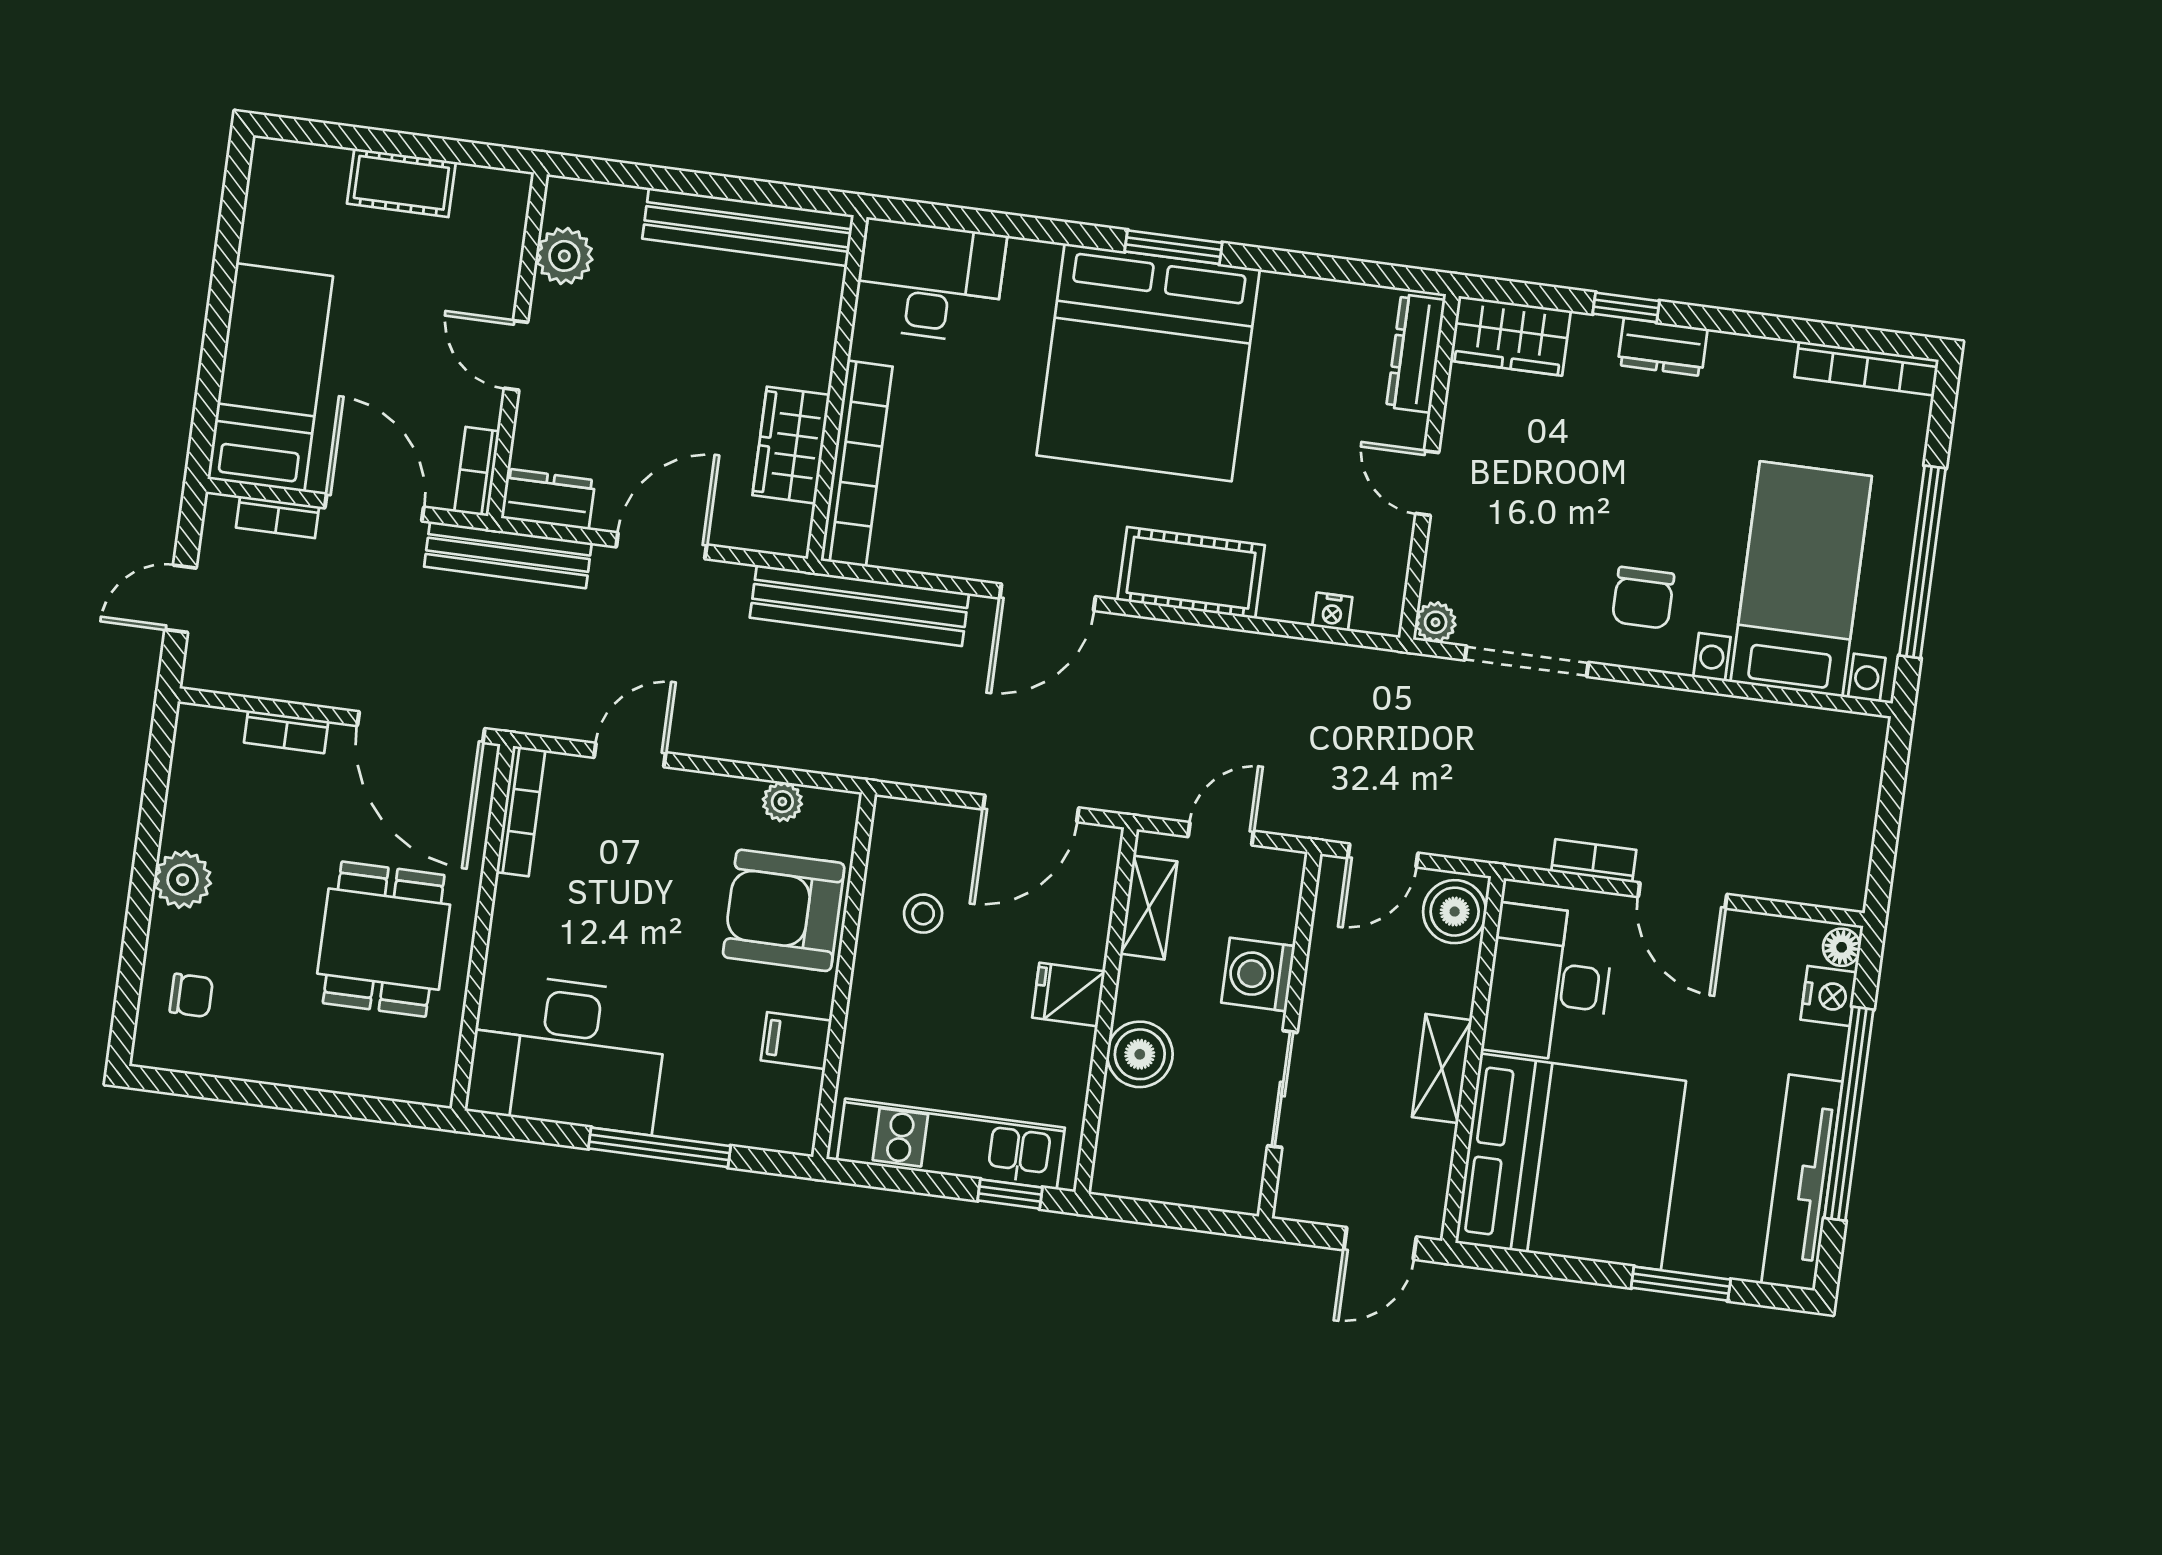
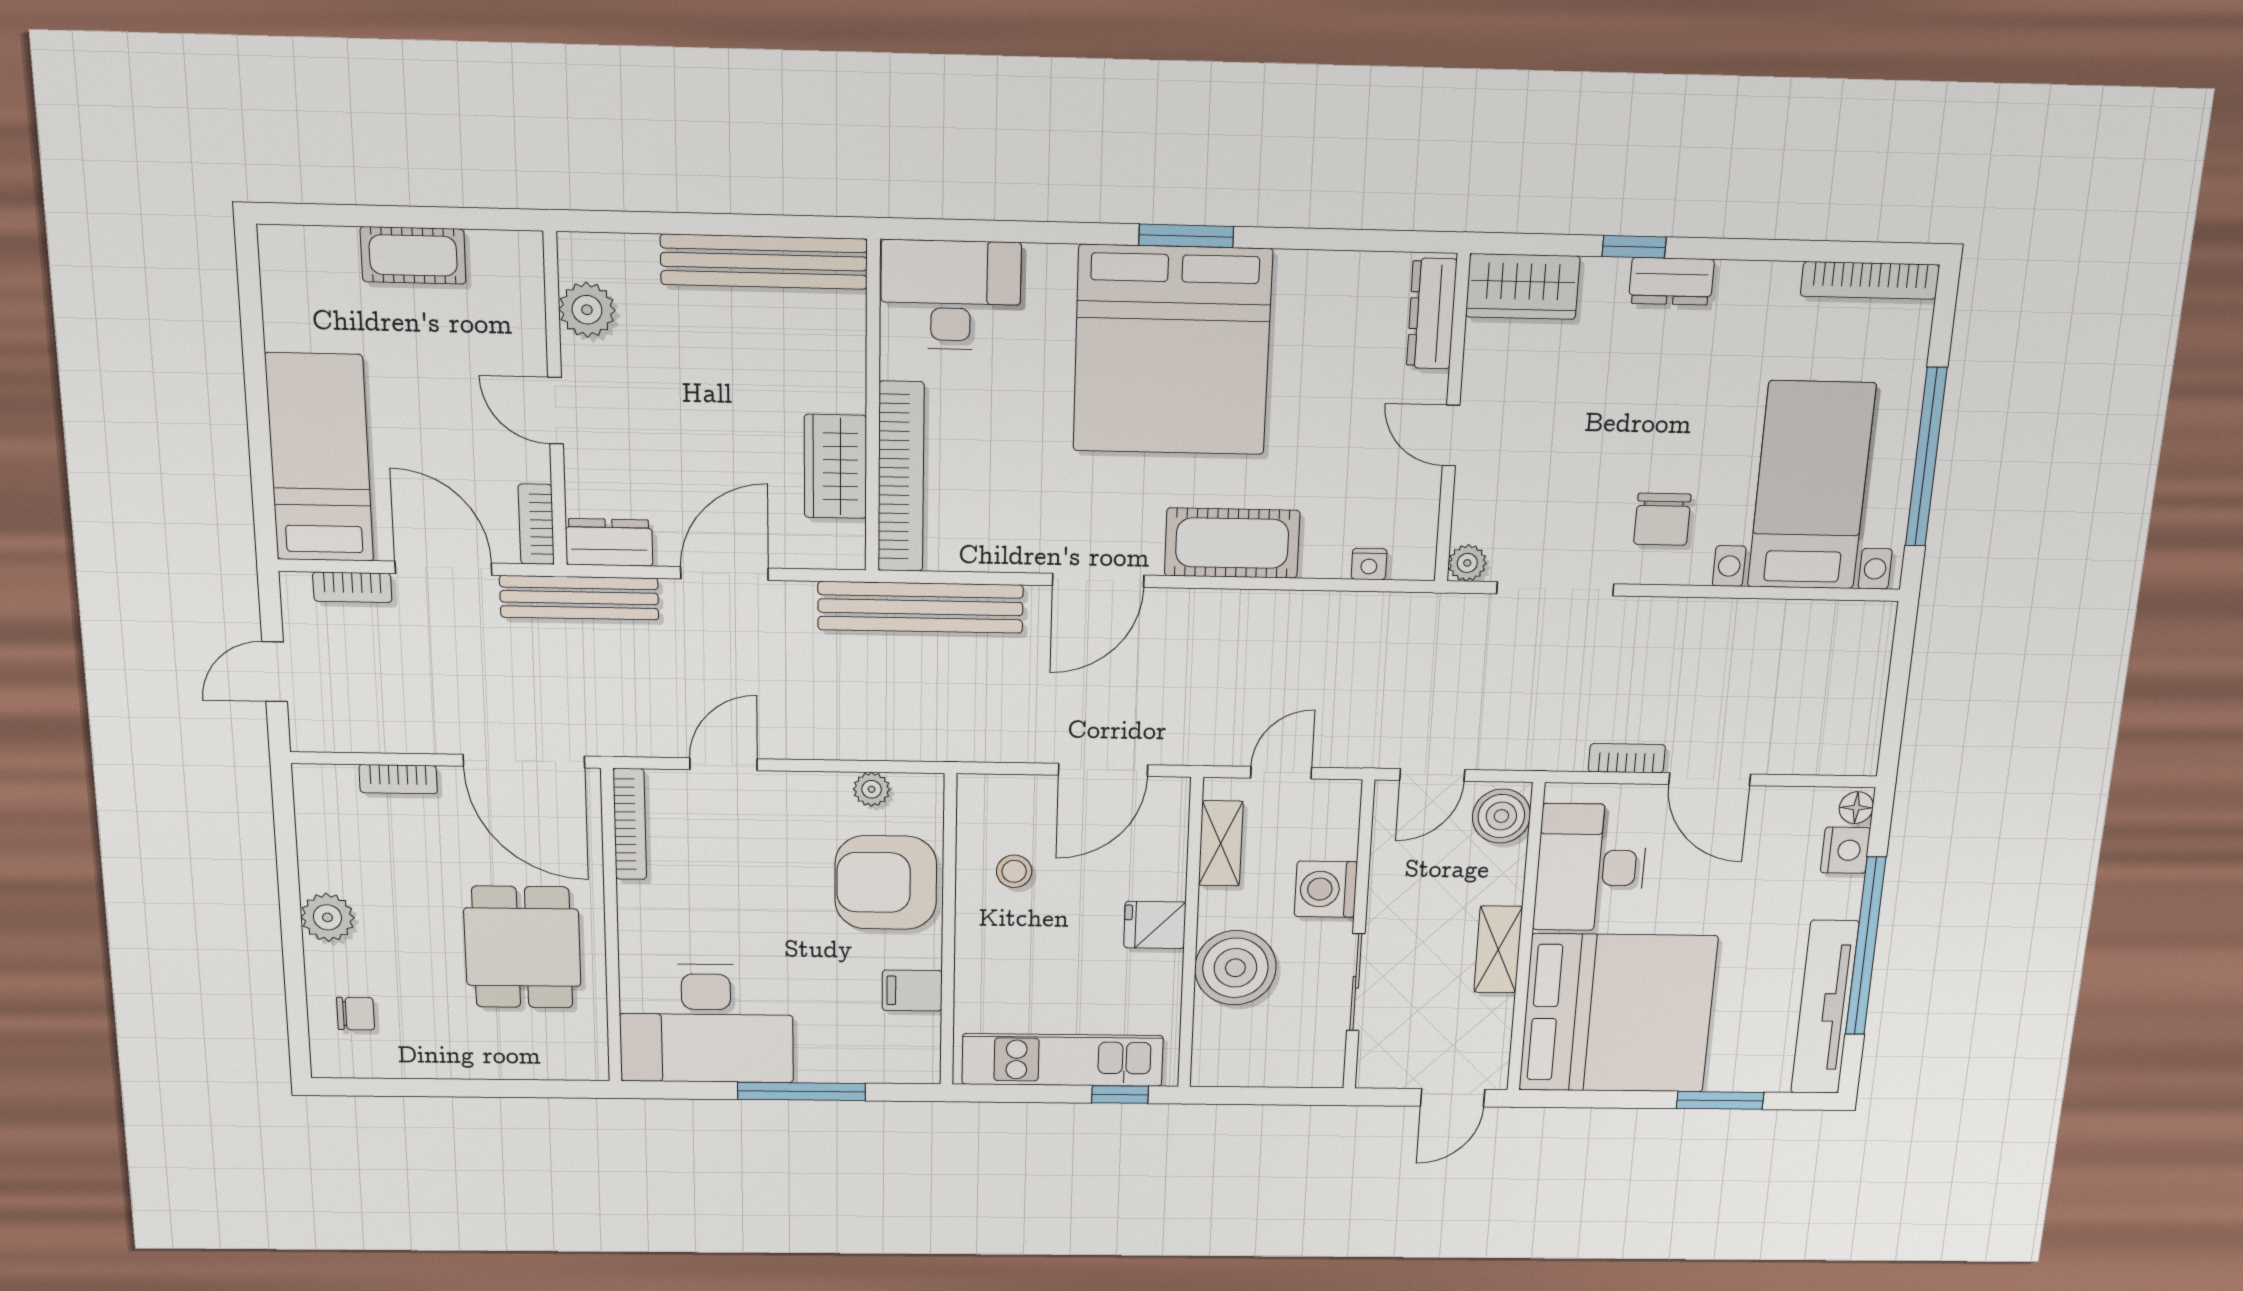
boiler: (1140, 1054) -> (1235, 968), width x1.37, depth x1.37

